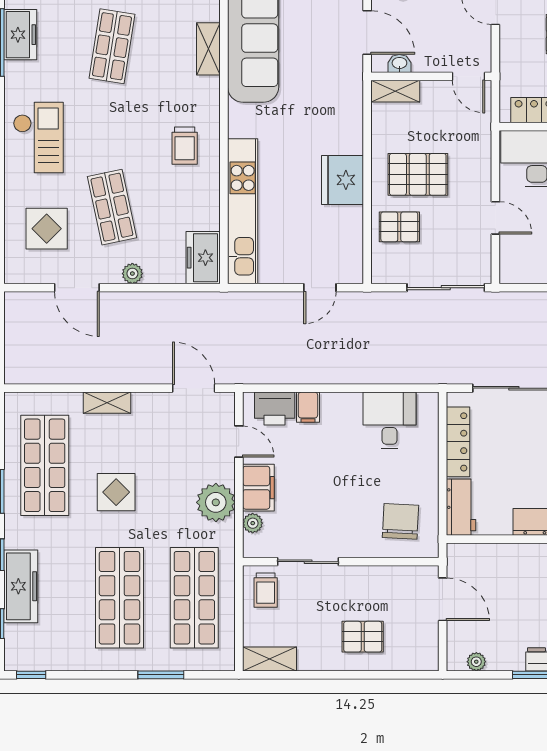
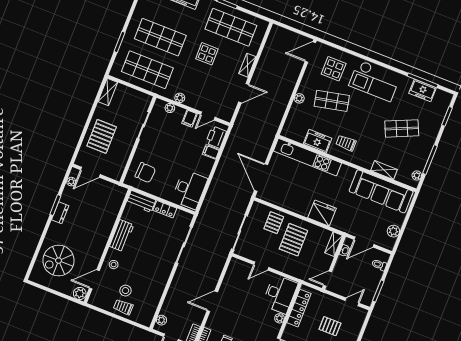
shop shelf: (112, 46) -> (402, 128), turned -33
checkout: (38, 137) -> (375, 81), width x1.36, depth x1.21
fridge: (343, 180) -> (322, 213), moved
freezer: (203, 258) -> (318, 141), moved
door: (77, 288) -> (310, 52), moved
door: (320, 288) -> (261, 178), width x1.88
door: (194, 388) -> (244, 93), moved
desk: (390, 420) -> (189, 189), width x1.37
locker: (458, 442) -> (165, 209), width x0.66
filing cabinet: (258, 488) -> (189, 119), width x0.50
plant: (216, 502) -> (180, 98), width x0.53, depth x0.53
trolley: (266, 590) -> (138, 102), removed
door: (443, 599) -> (90, 172), moved
pallet: (363, 637) -> (102, 136), width x1.50, depth x1.42

